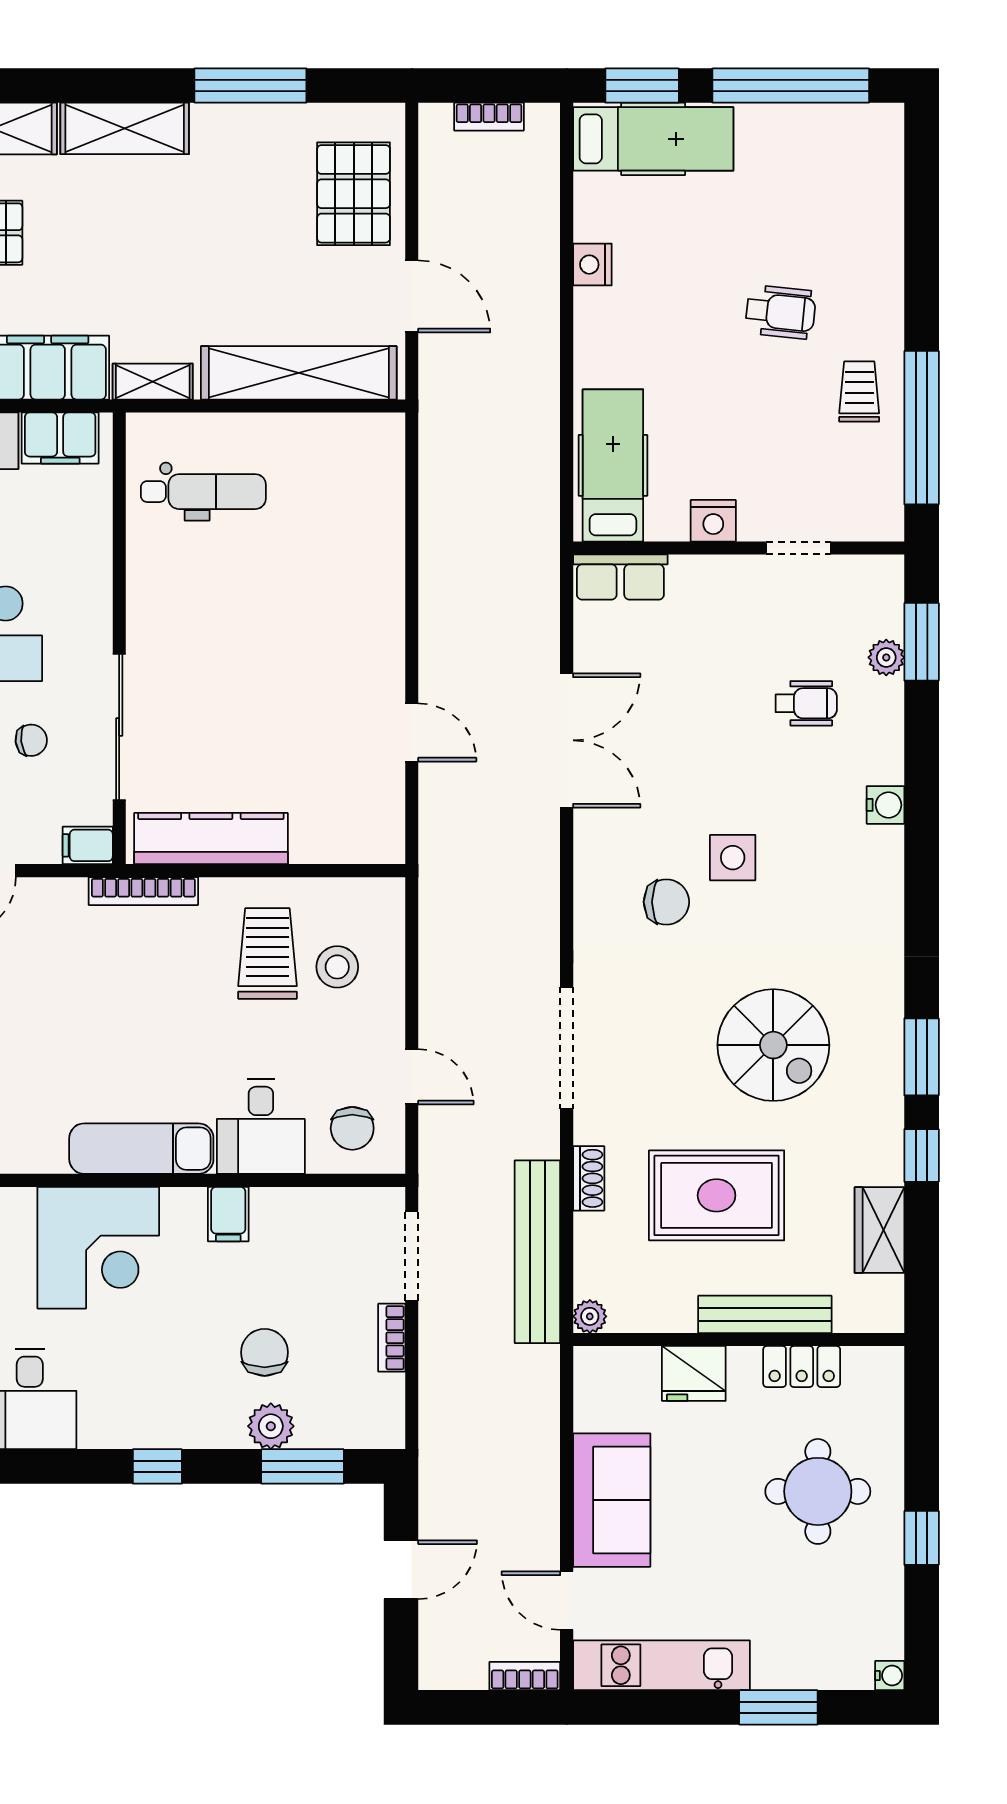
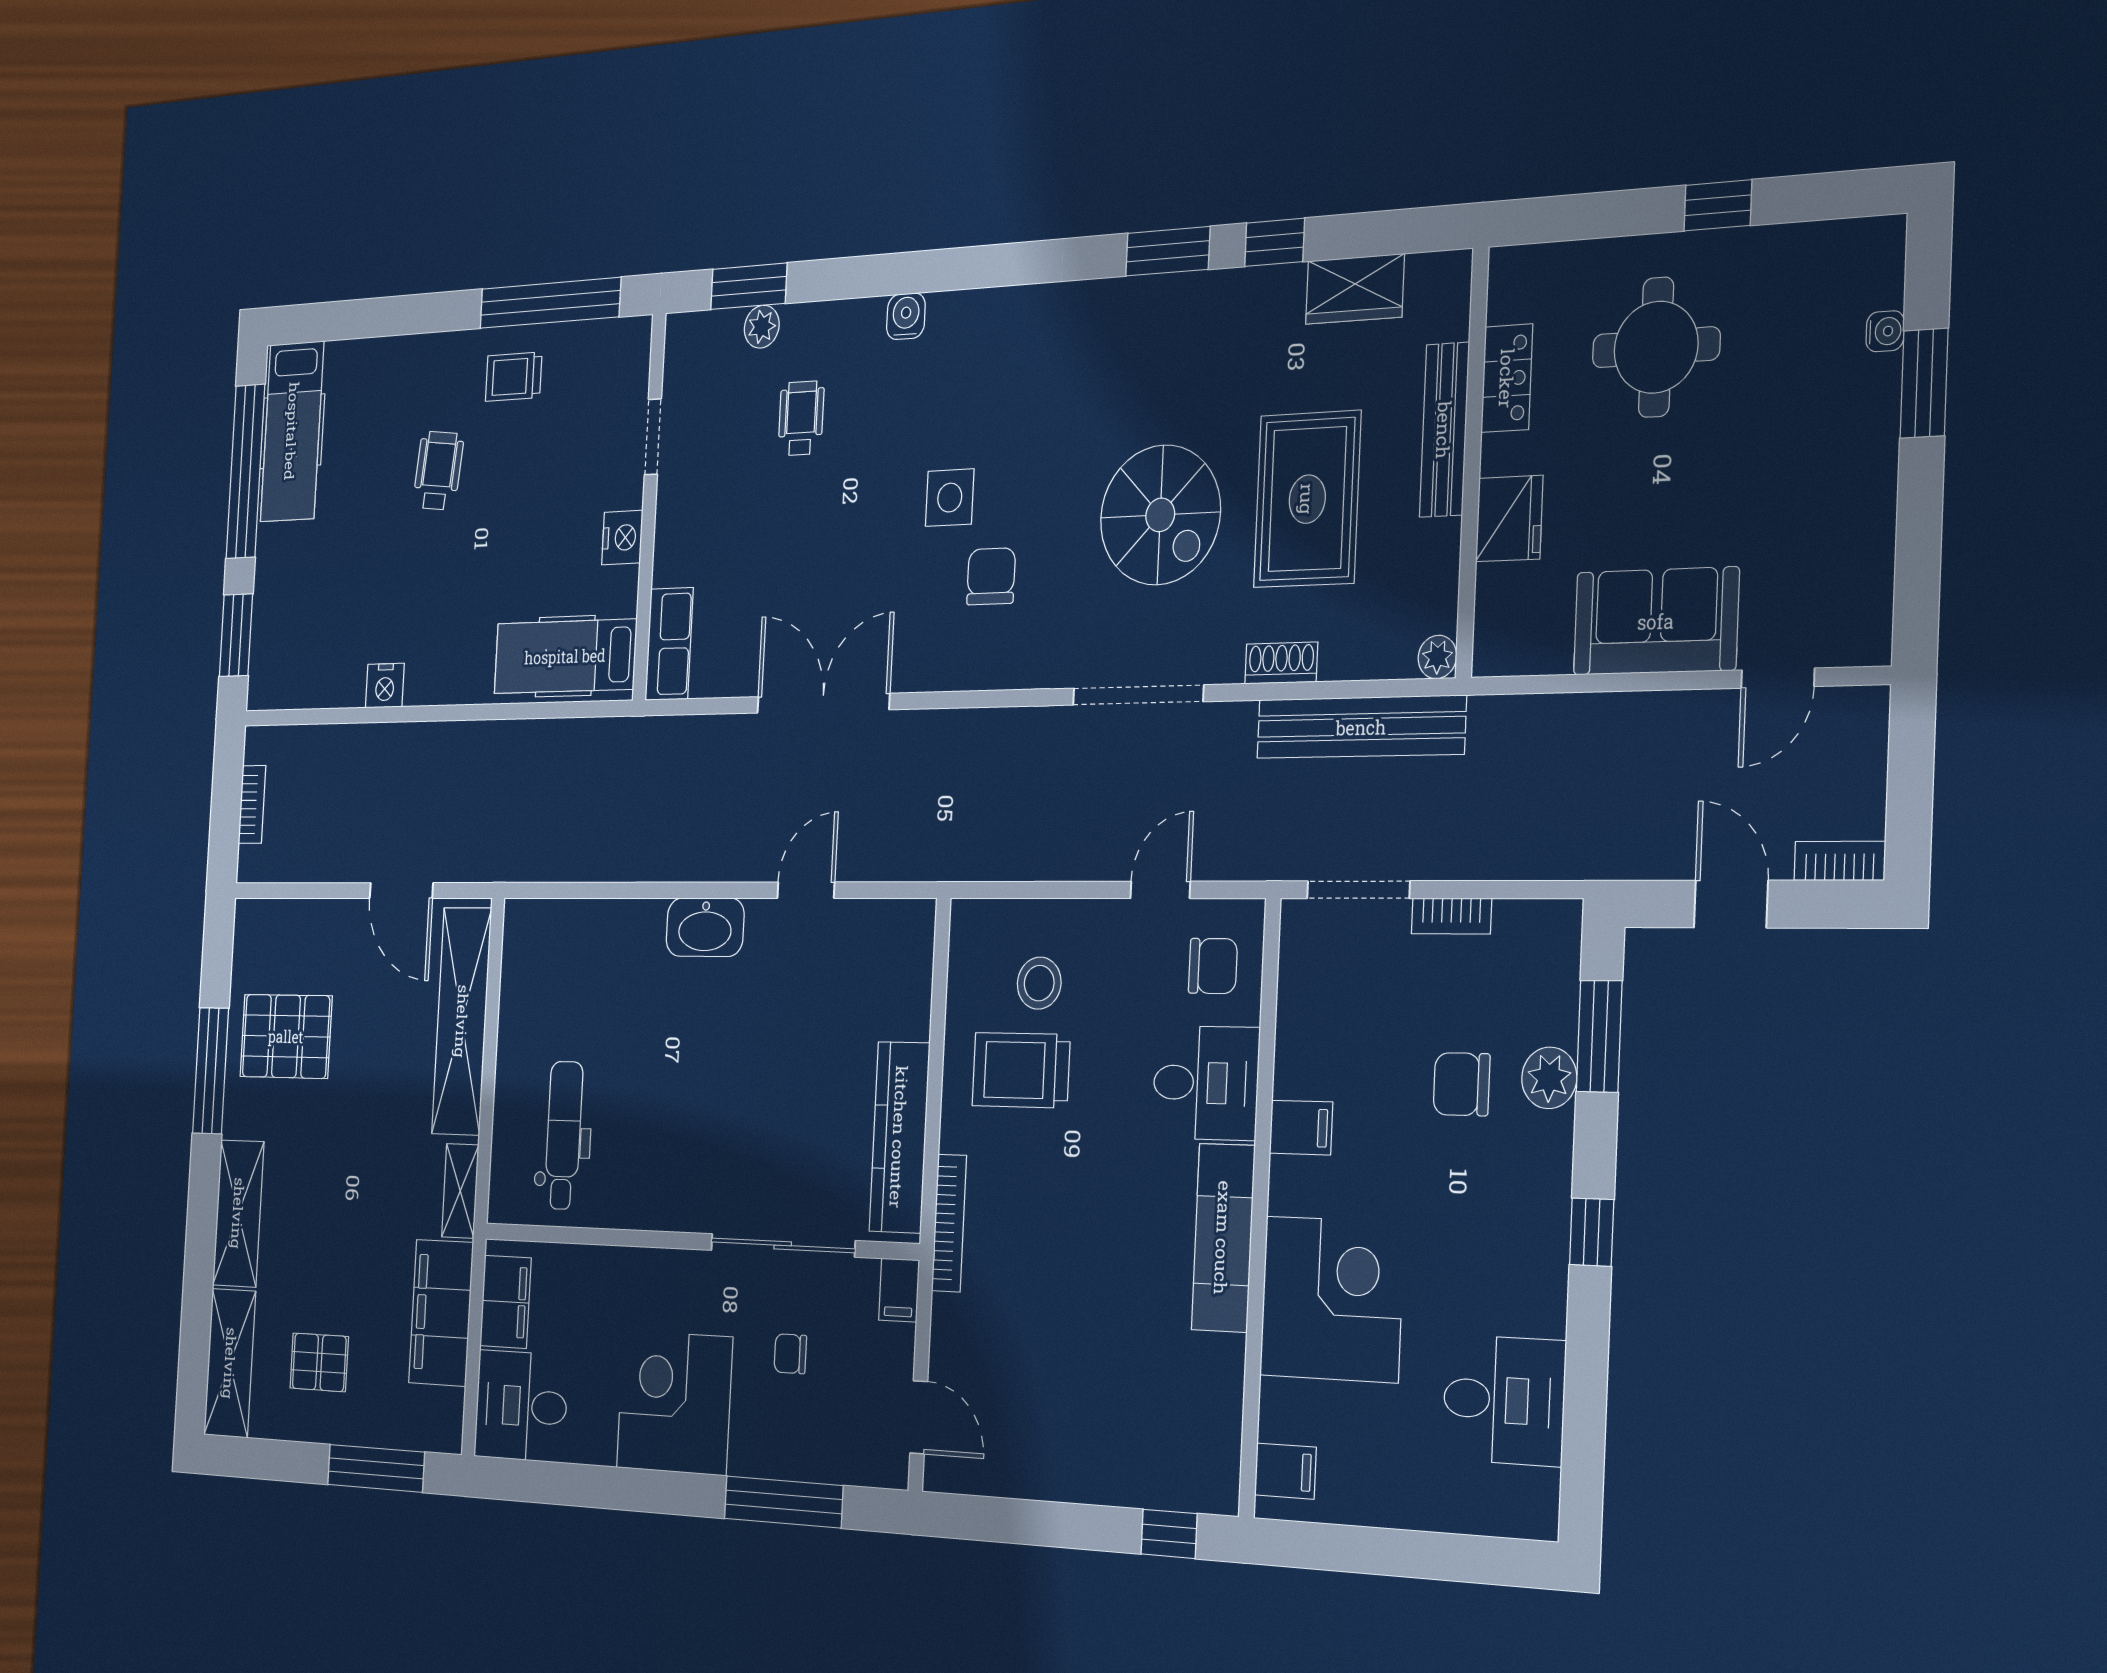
hospital bed: (653, 139) -> (292, 431), moved, turned 180
pallet: (354, 194) -> (286, 1036), moved
door: (412, 296) -> (401, 890), swing flipped
washbasin: (381, 630) -> (705, 927), added
chair: (31, 740) -> (790, 1354), turned -84
spiral stairs: (773, 1045) -> (1160, 515), moved, turned 90
kitchen unit: (661, 1665) -> (1864, 546), removed
bookcase: (525, 1676) -> (1840, 861), moved, turned 90
water cooler: (890, 1676) -> (1885, 331), moved, turned 90

